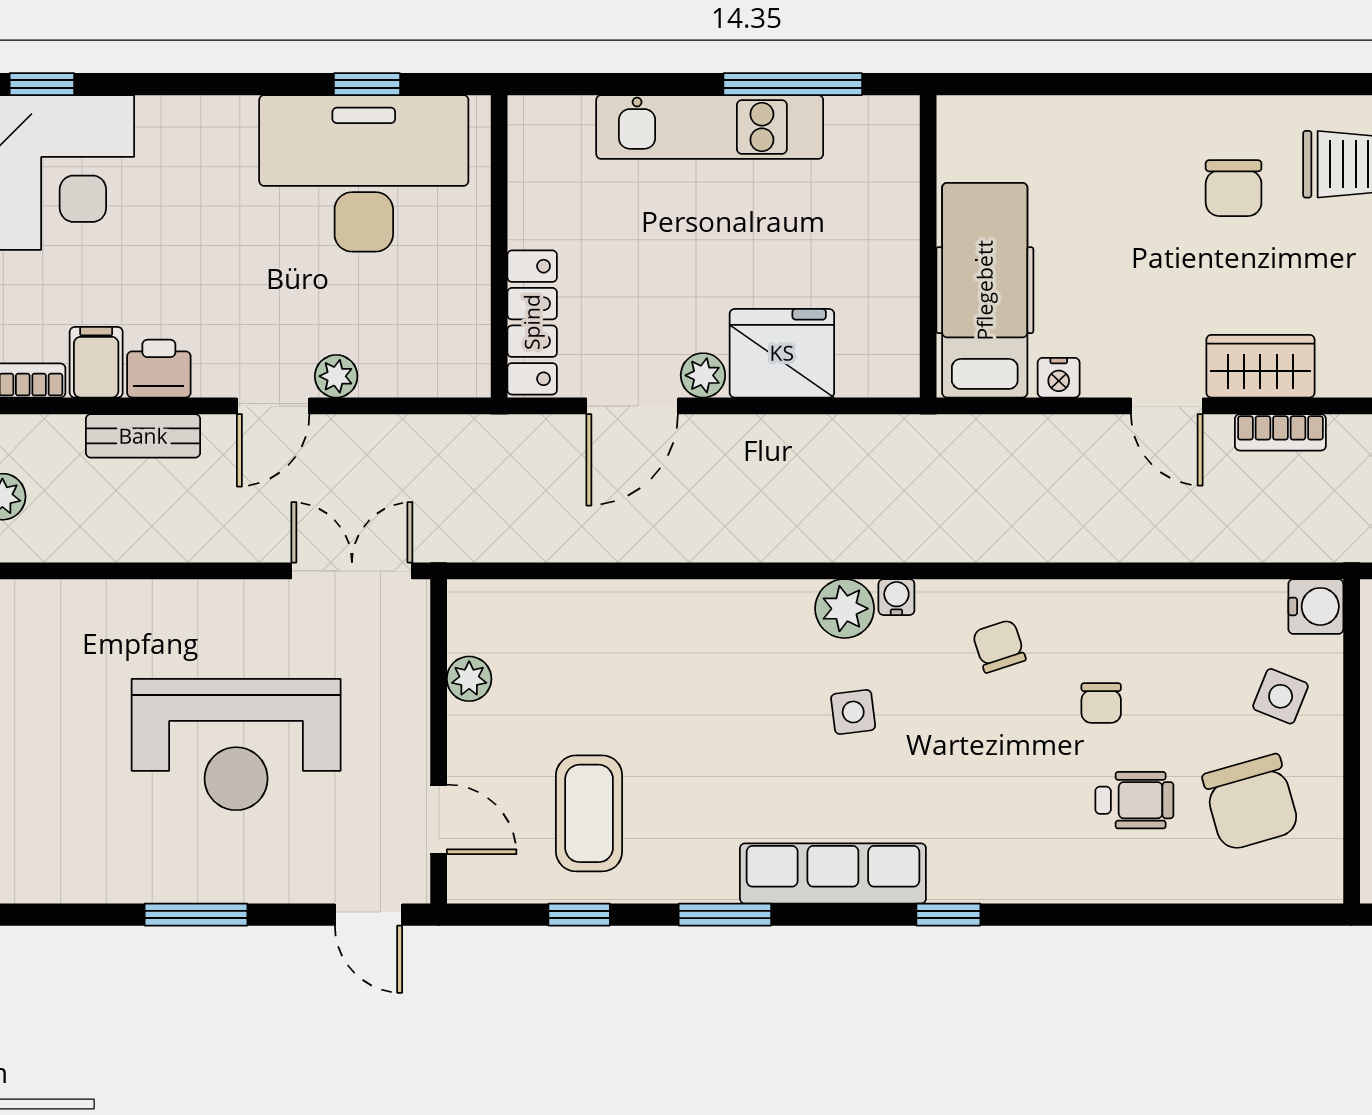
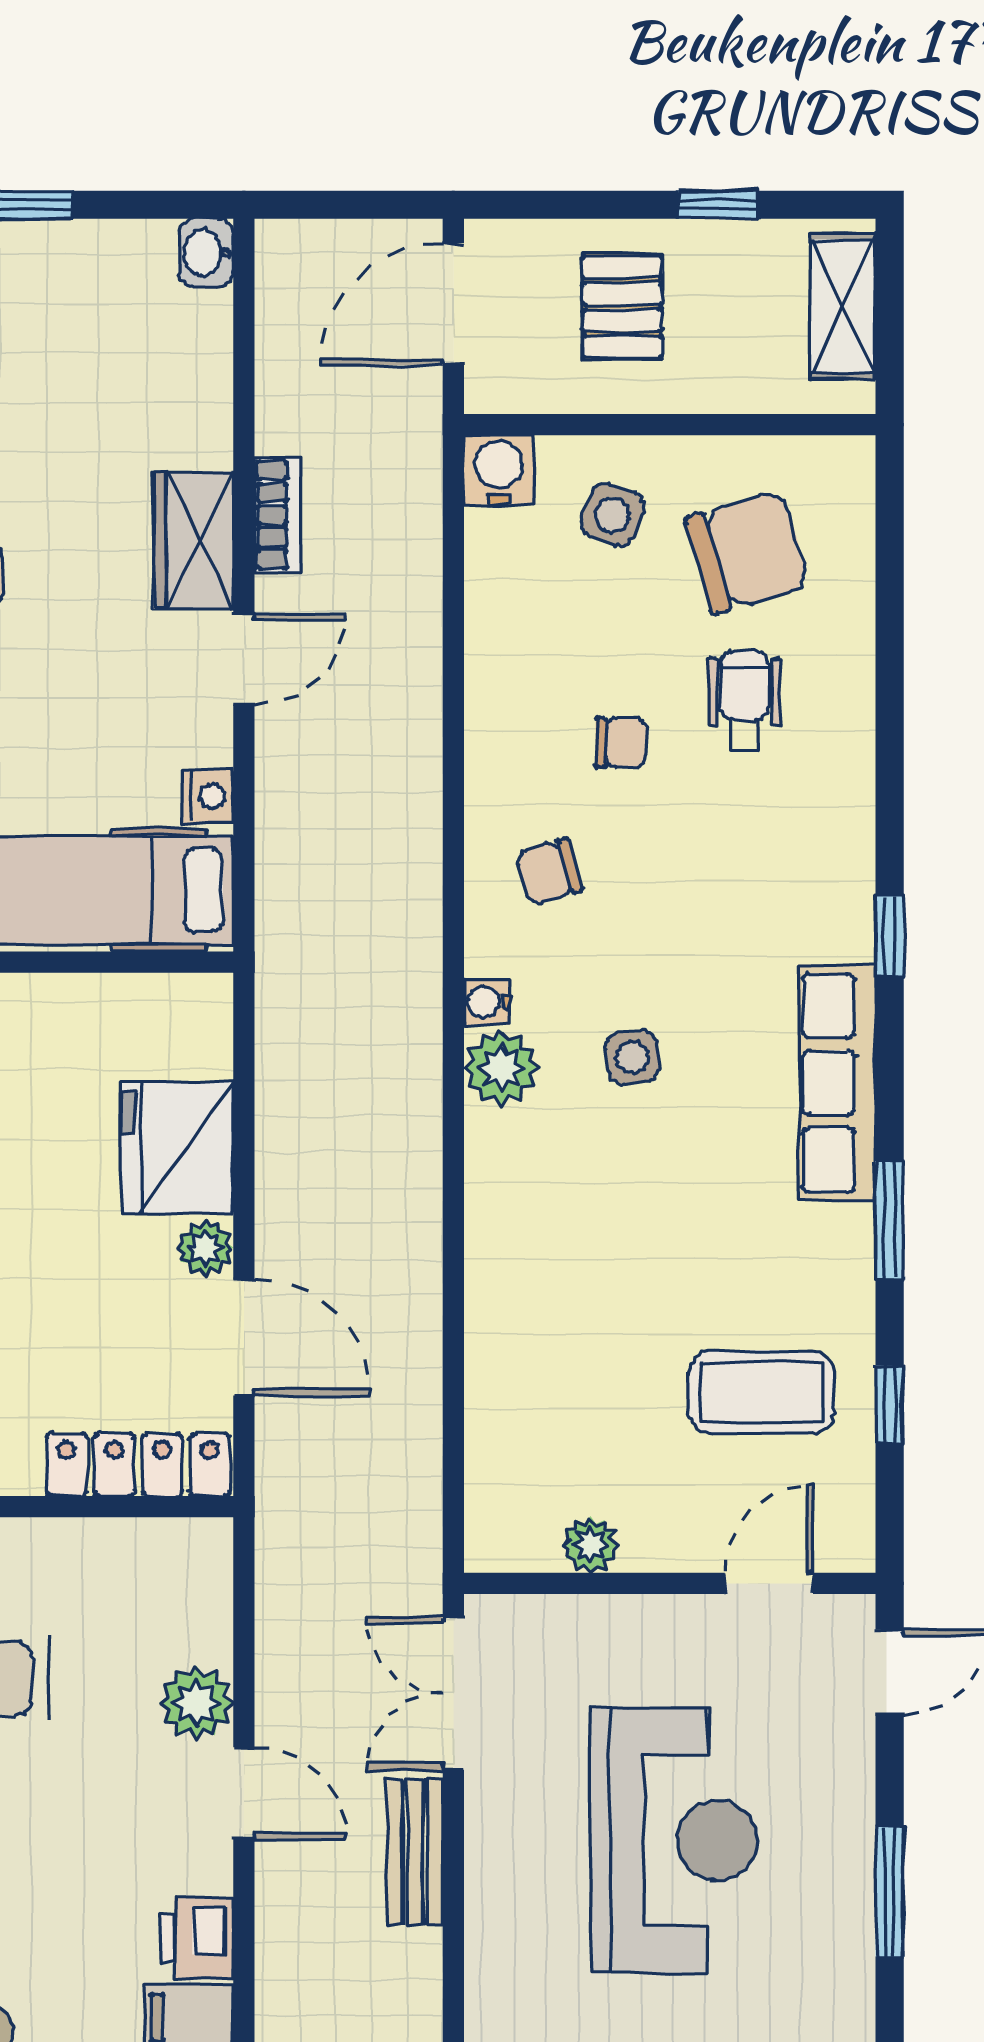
plant: (336, 376) -> (196, 1703), width x1.38, depth x1.38
bench: (143, 436) -> (415, 1852), moved

